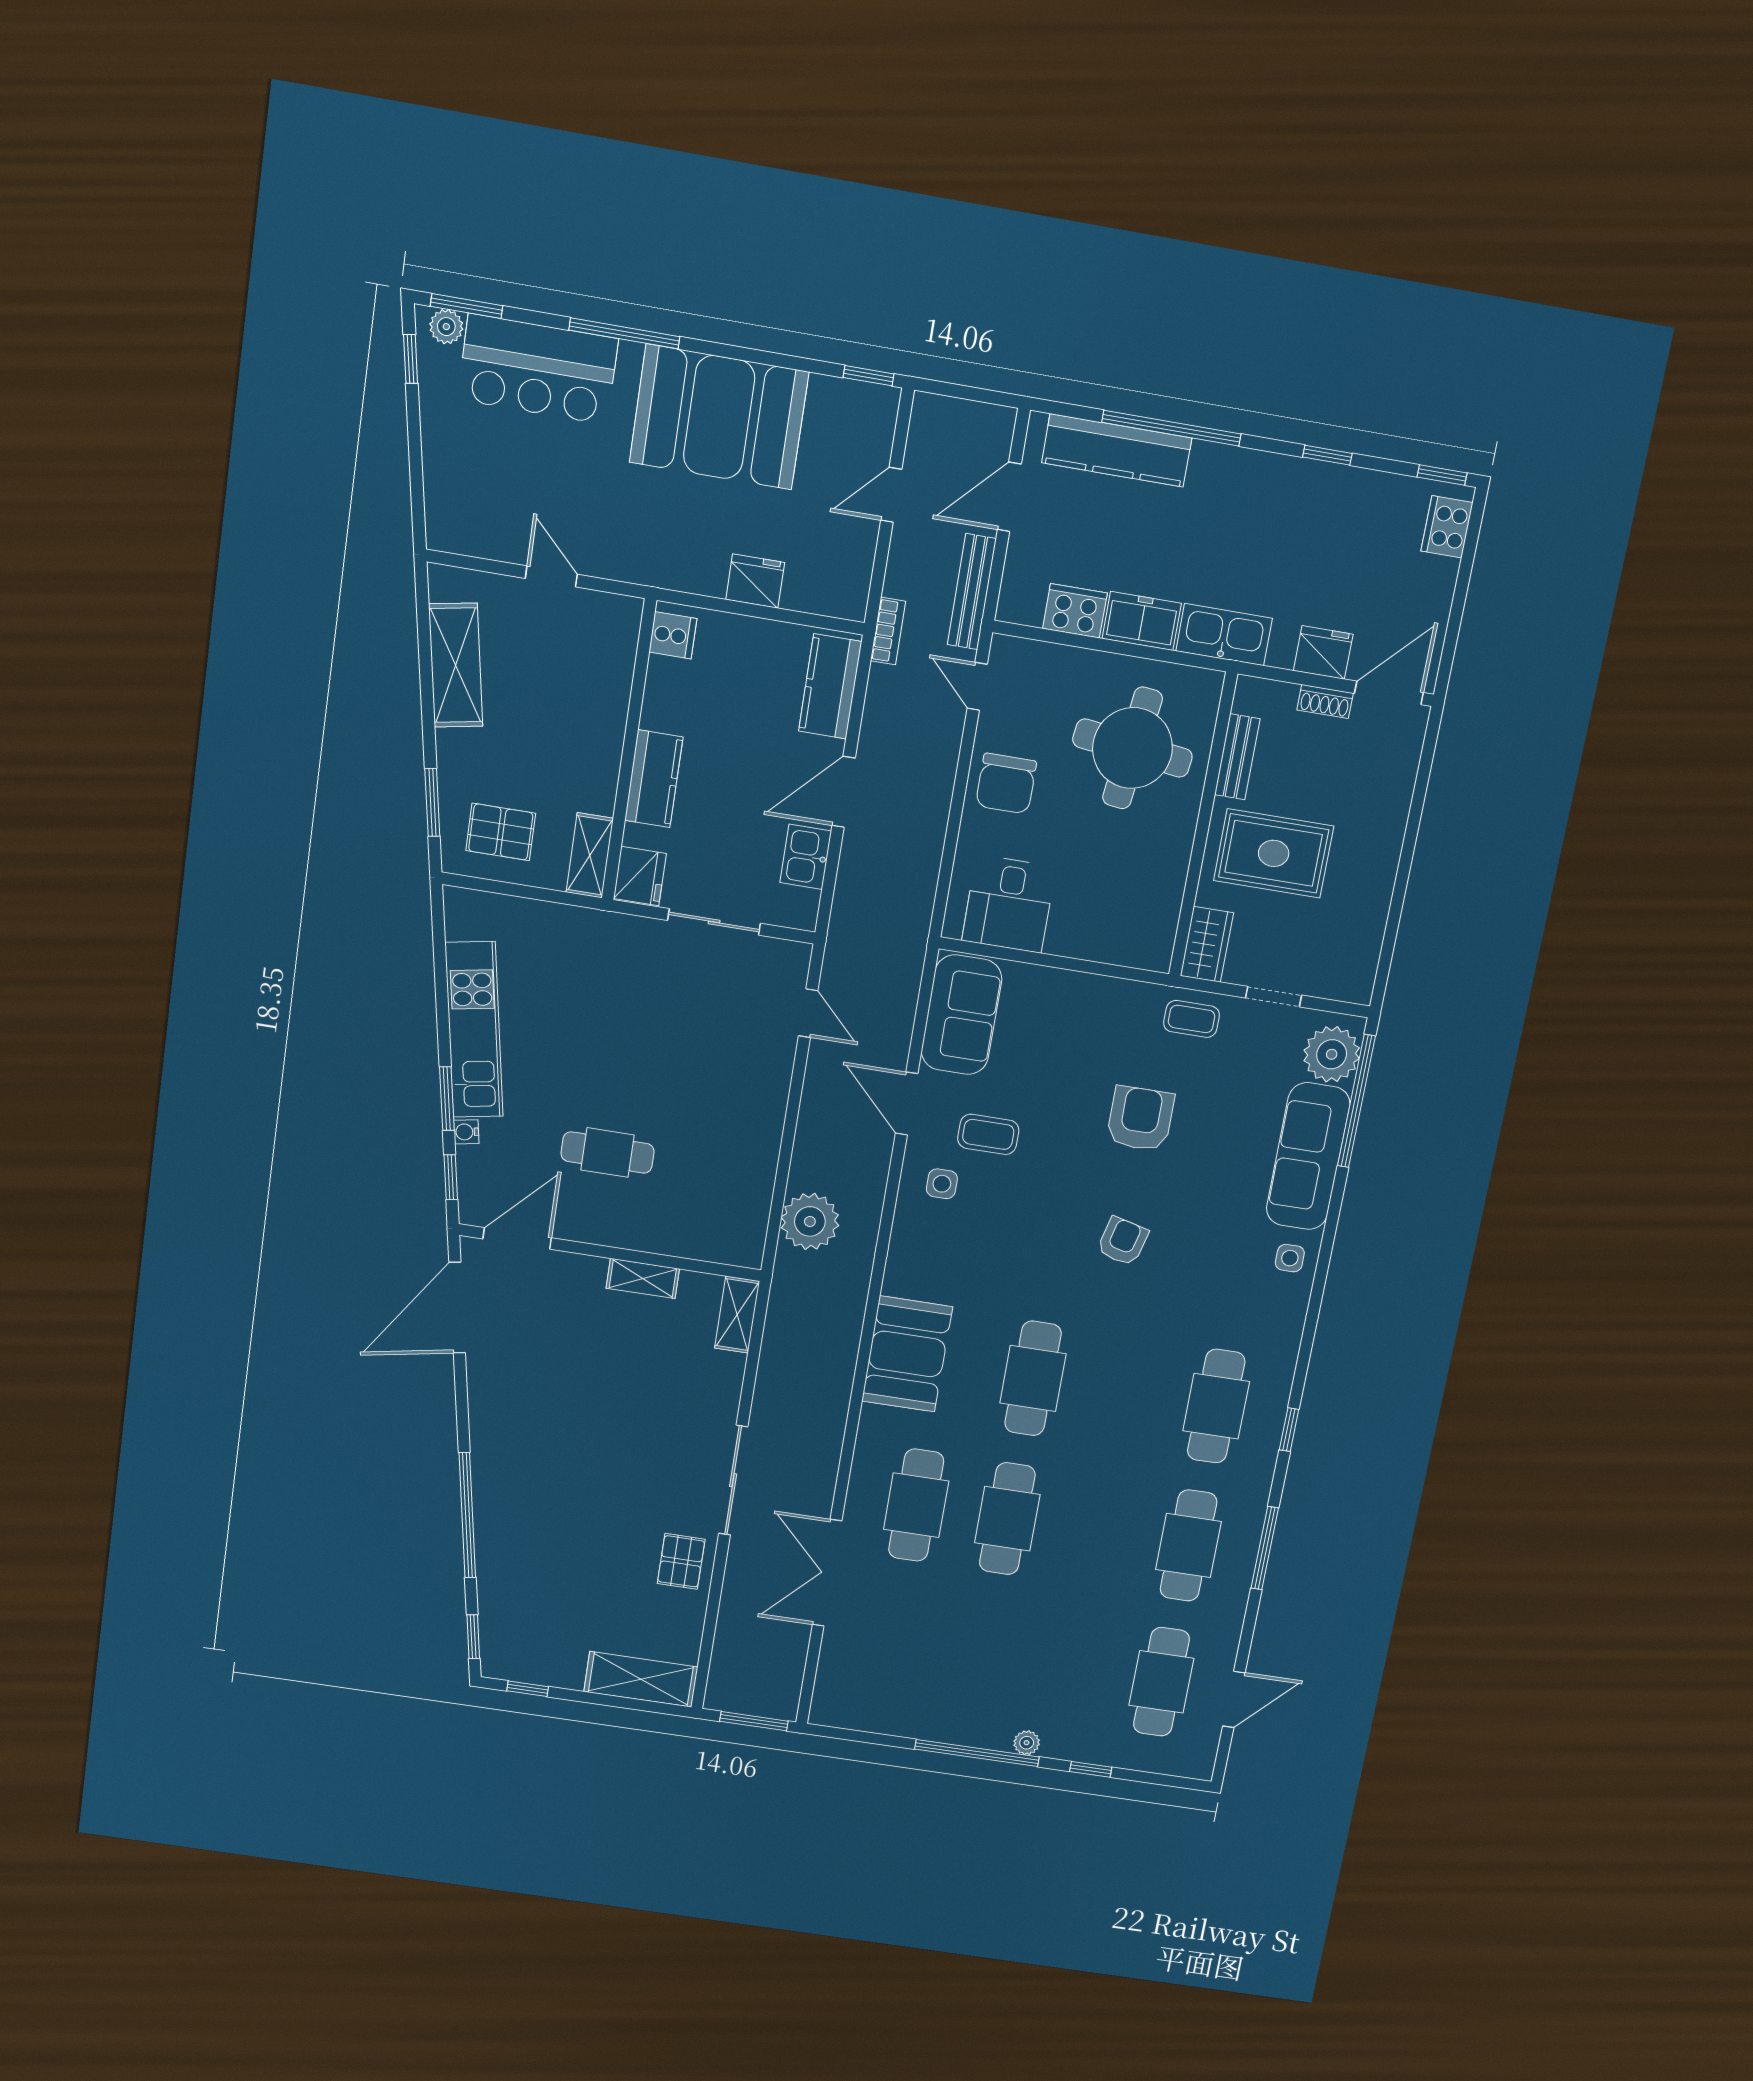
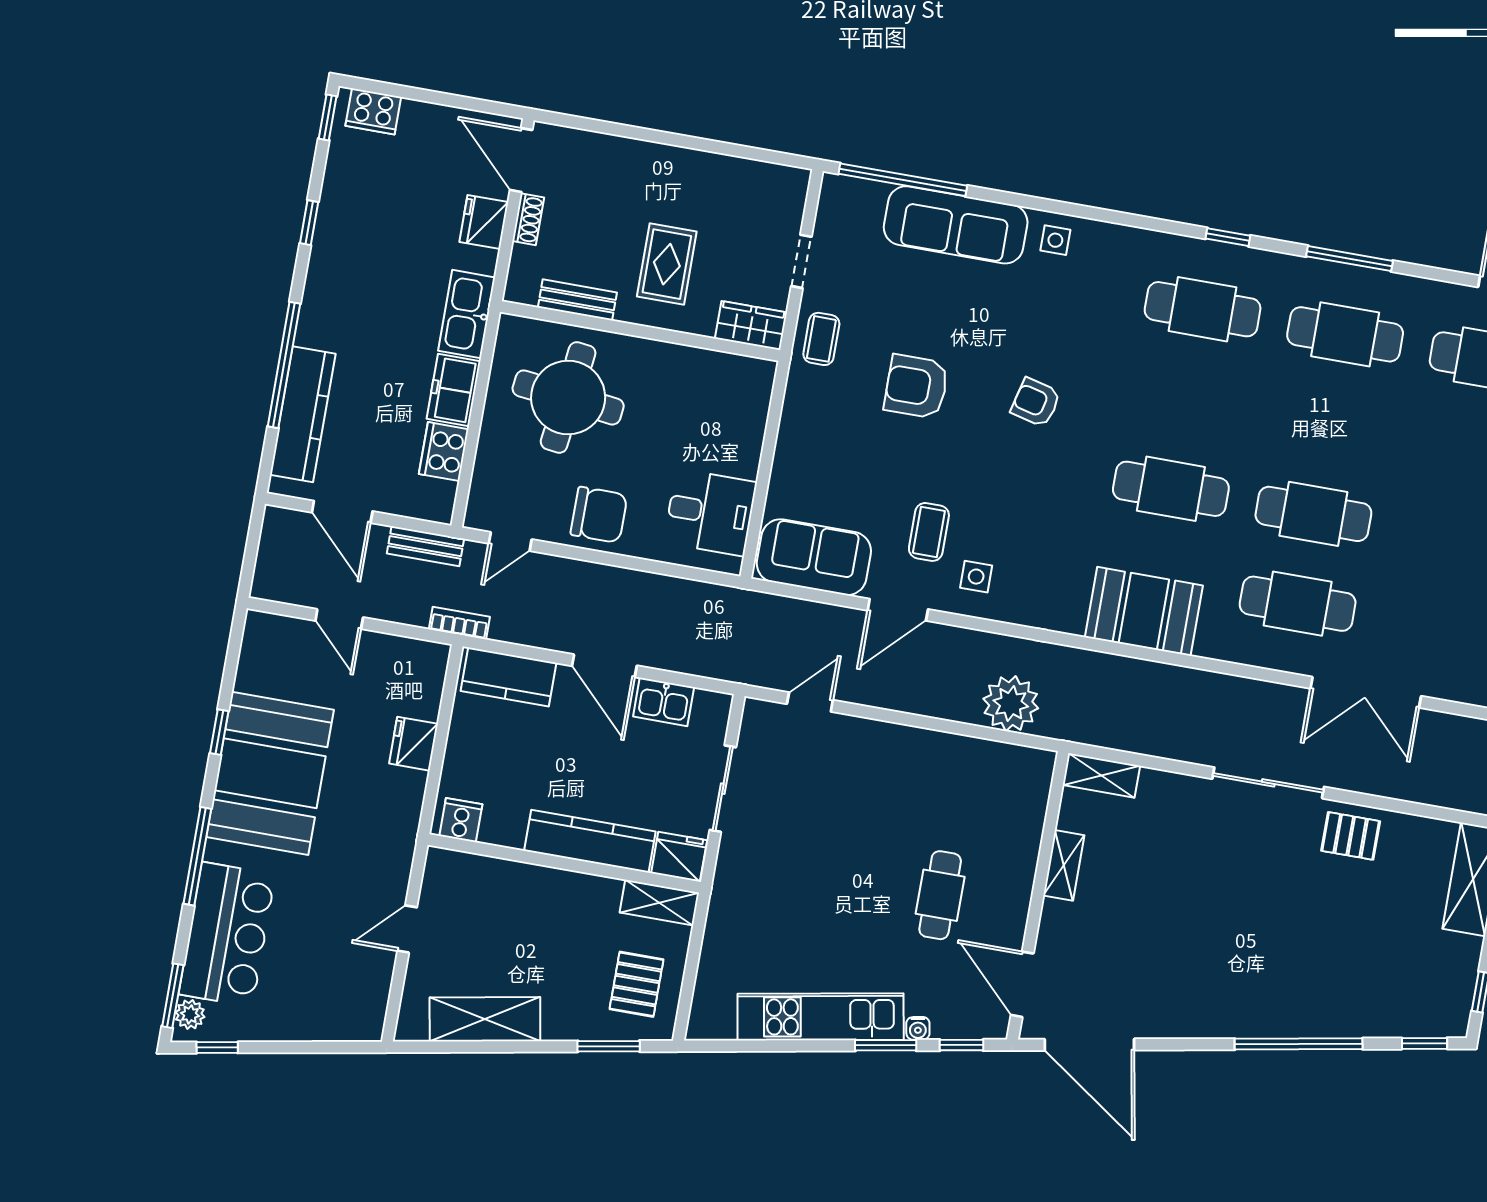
window: (869, 376) -> (219, 732), moved
bench: (972, 592) -> (425, 546), width x0.73
kitchen counter: (654, 779) -> (590, 841), width x1.50
rug: (1274, 853) -> (667, 264), width x0.73, depth x0.70
plant: (1332, 1054) -> (857, 205), removed

